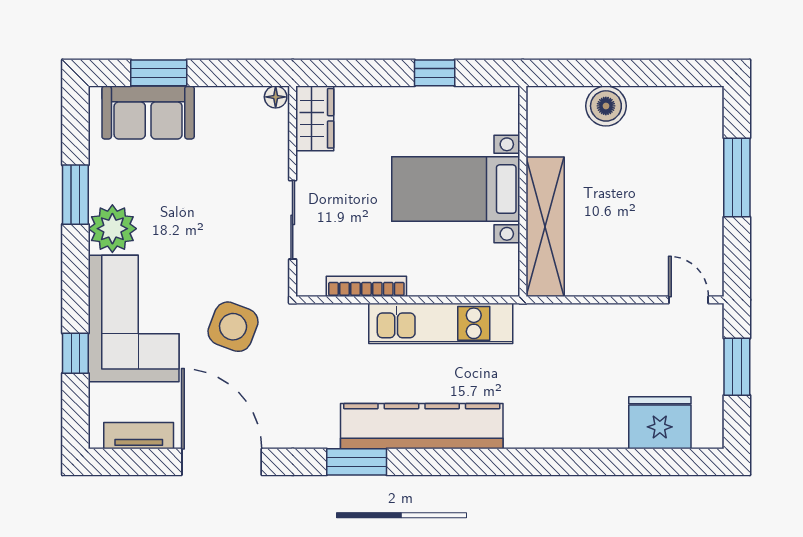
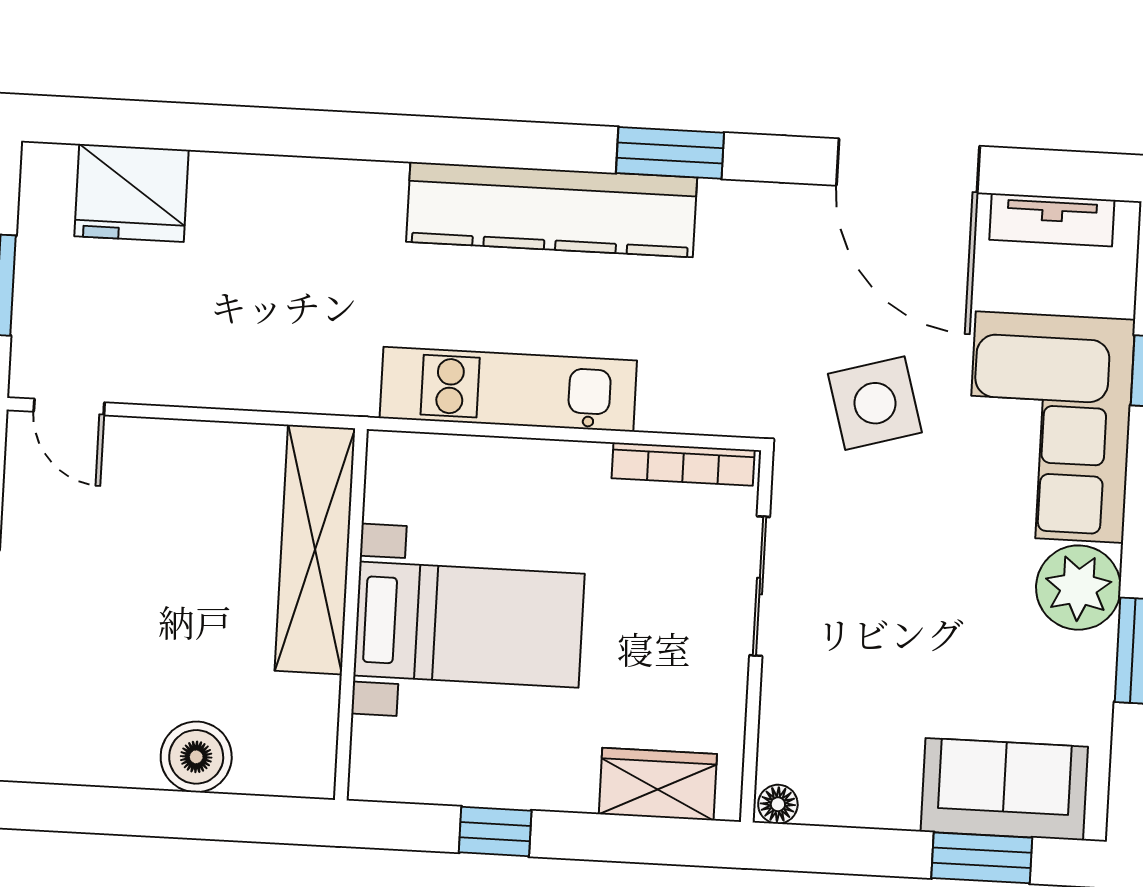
wardrobe: (315, 118) -> (658, 784), moved, turned 90
bookcase: (366, 286) -> (683, 464), moved
side table: (233, 327) -> (875, 403), turned -37

